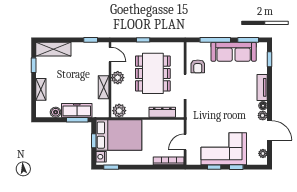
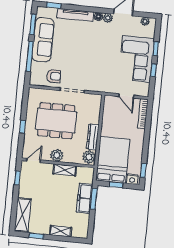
tv unit: (262, 87) -> (75, 15), width x1.41
boiler: (56, 112) -> (84, 219), removed
dresser: (162, 112) -> (93, 137), moved

